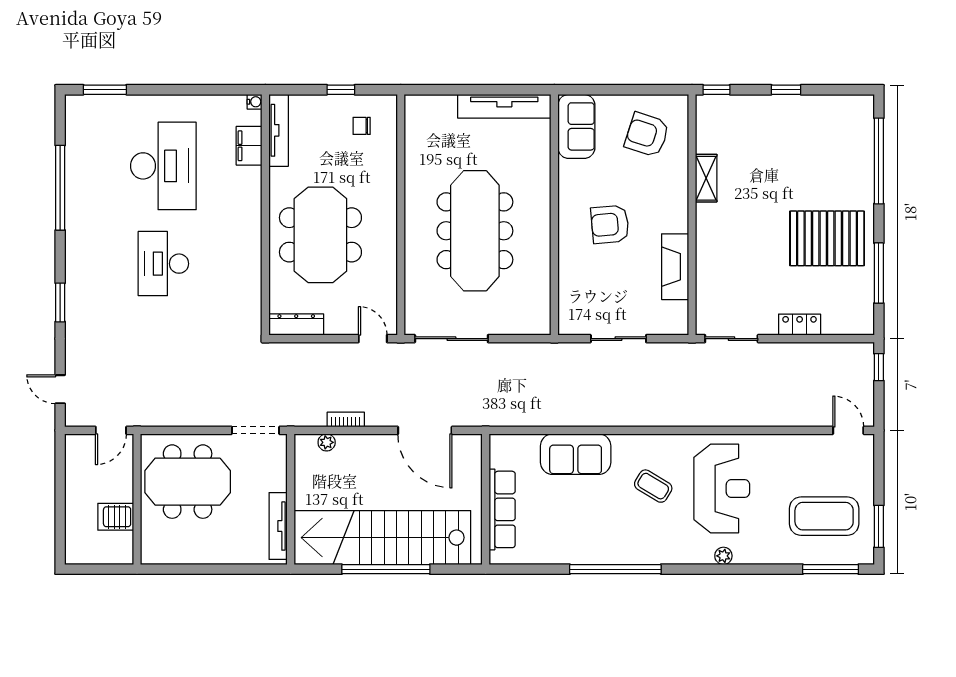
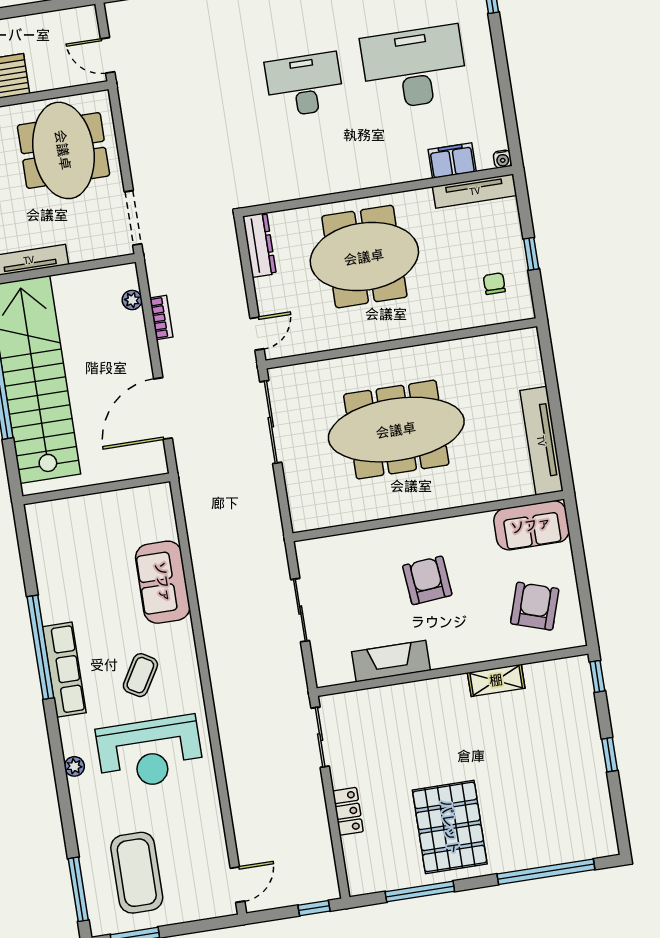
desk: (163, 166) -> (414, 68), turned 180
row of seats: (502, 509) -> (64, 670), moved, turned -90

